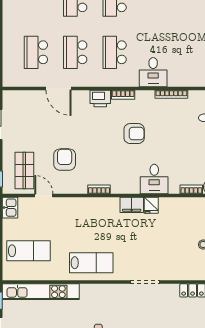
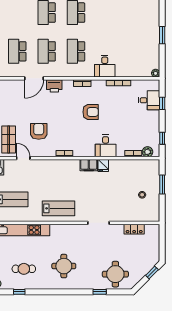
door: (58, 89) -> (34, 78), hinge flipped
printer: (100, 99) -> (54, 86), moved

